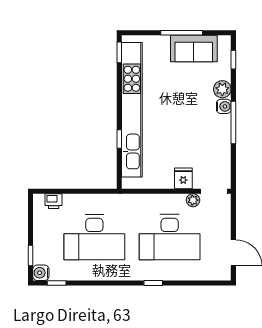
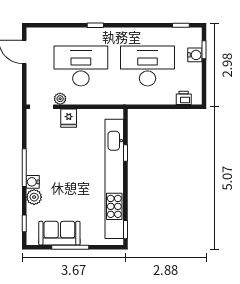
water cooler: (41, 273) -> (195, 55), moved

